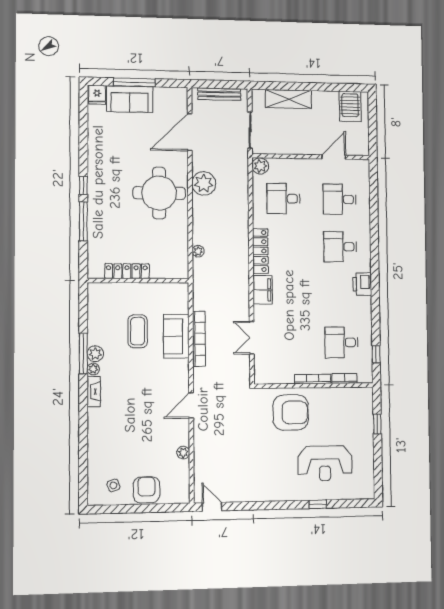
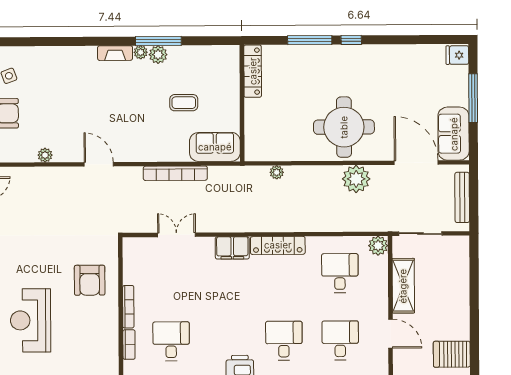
sofa: (130, 99) -> (454, 134), moved
shelving: (288, 99) -> (403, 286), moved
locker: (127, 271) -> (253, 71), moved
coffee table: (138, 331) -> (184, 103), width x0.73, depth x0.77
sofa: (176, 336) -> (215, 147), moved
armchair: (291, 413) -> (90, 280), width x0.73, depth x0.73

